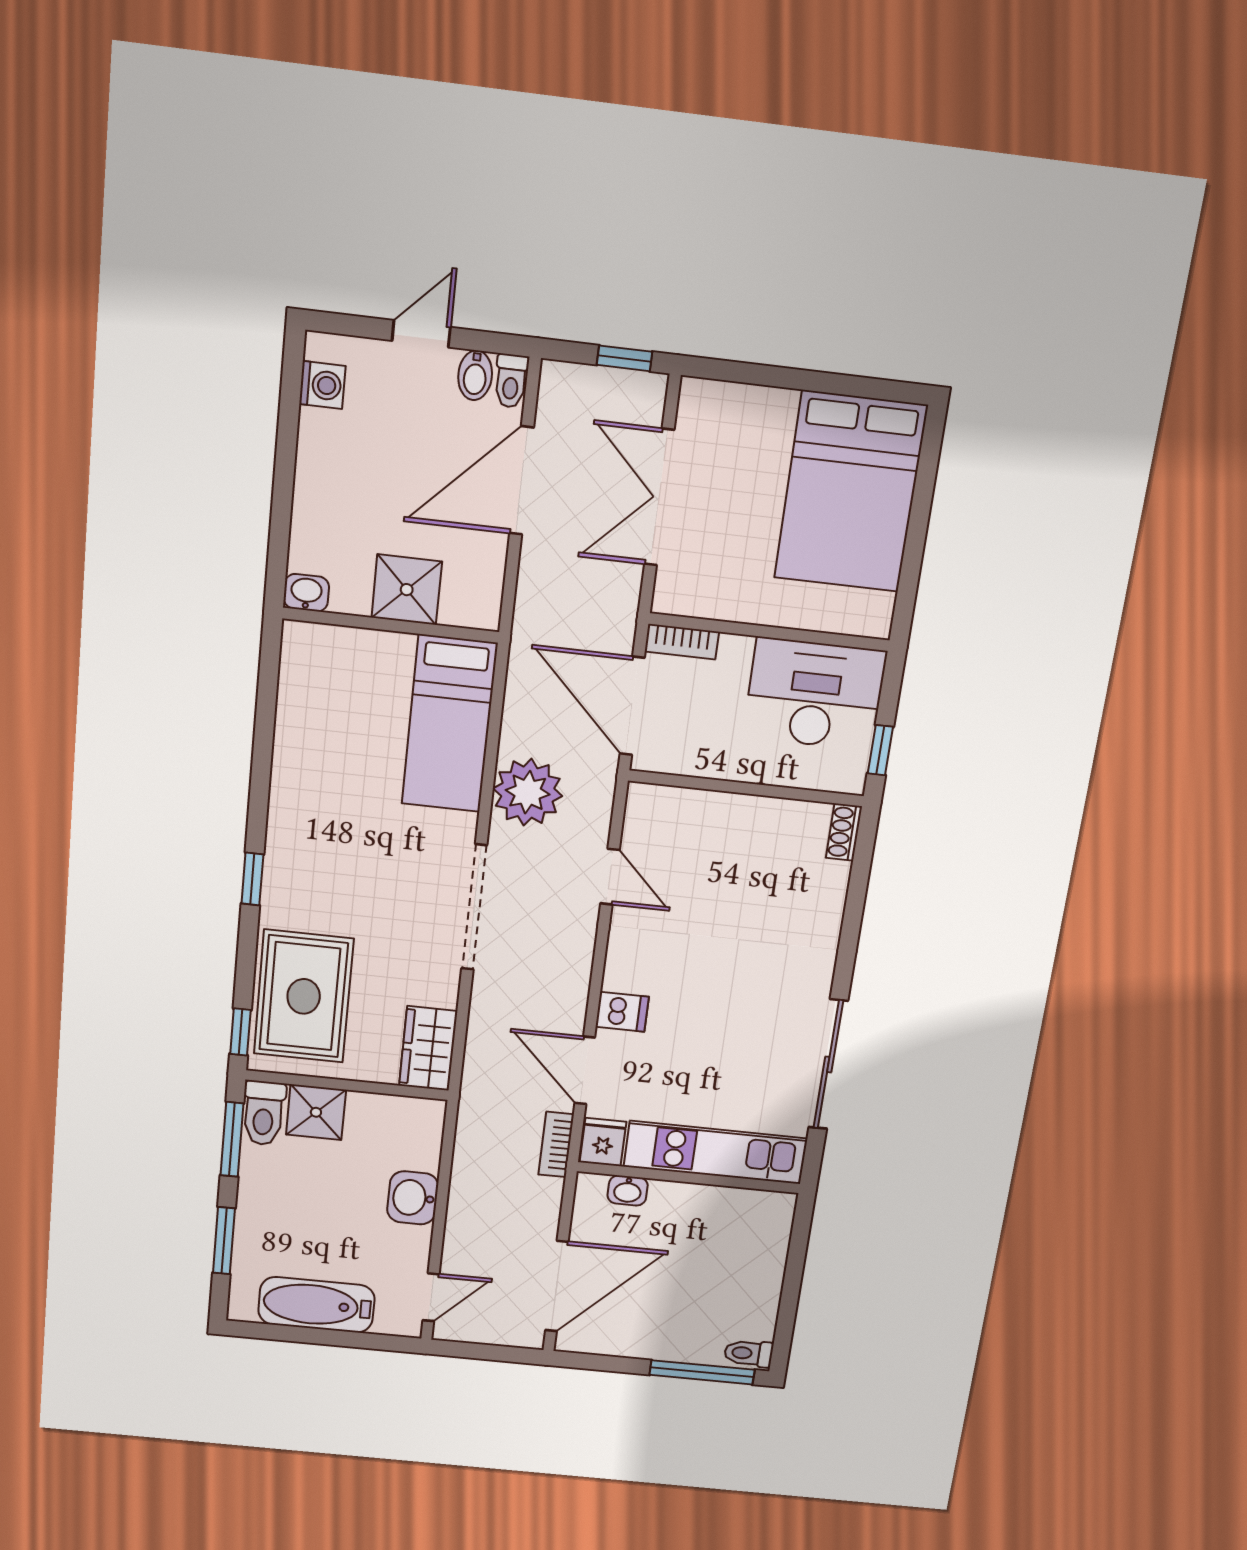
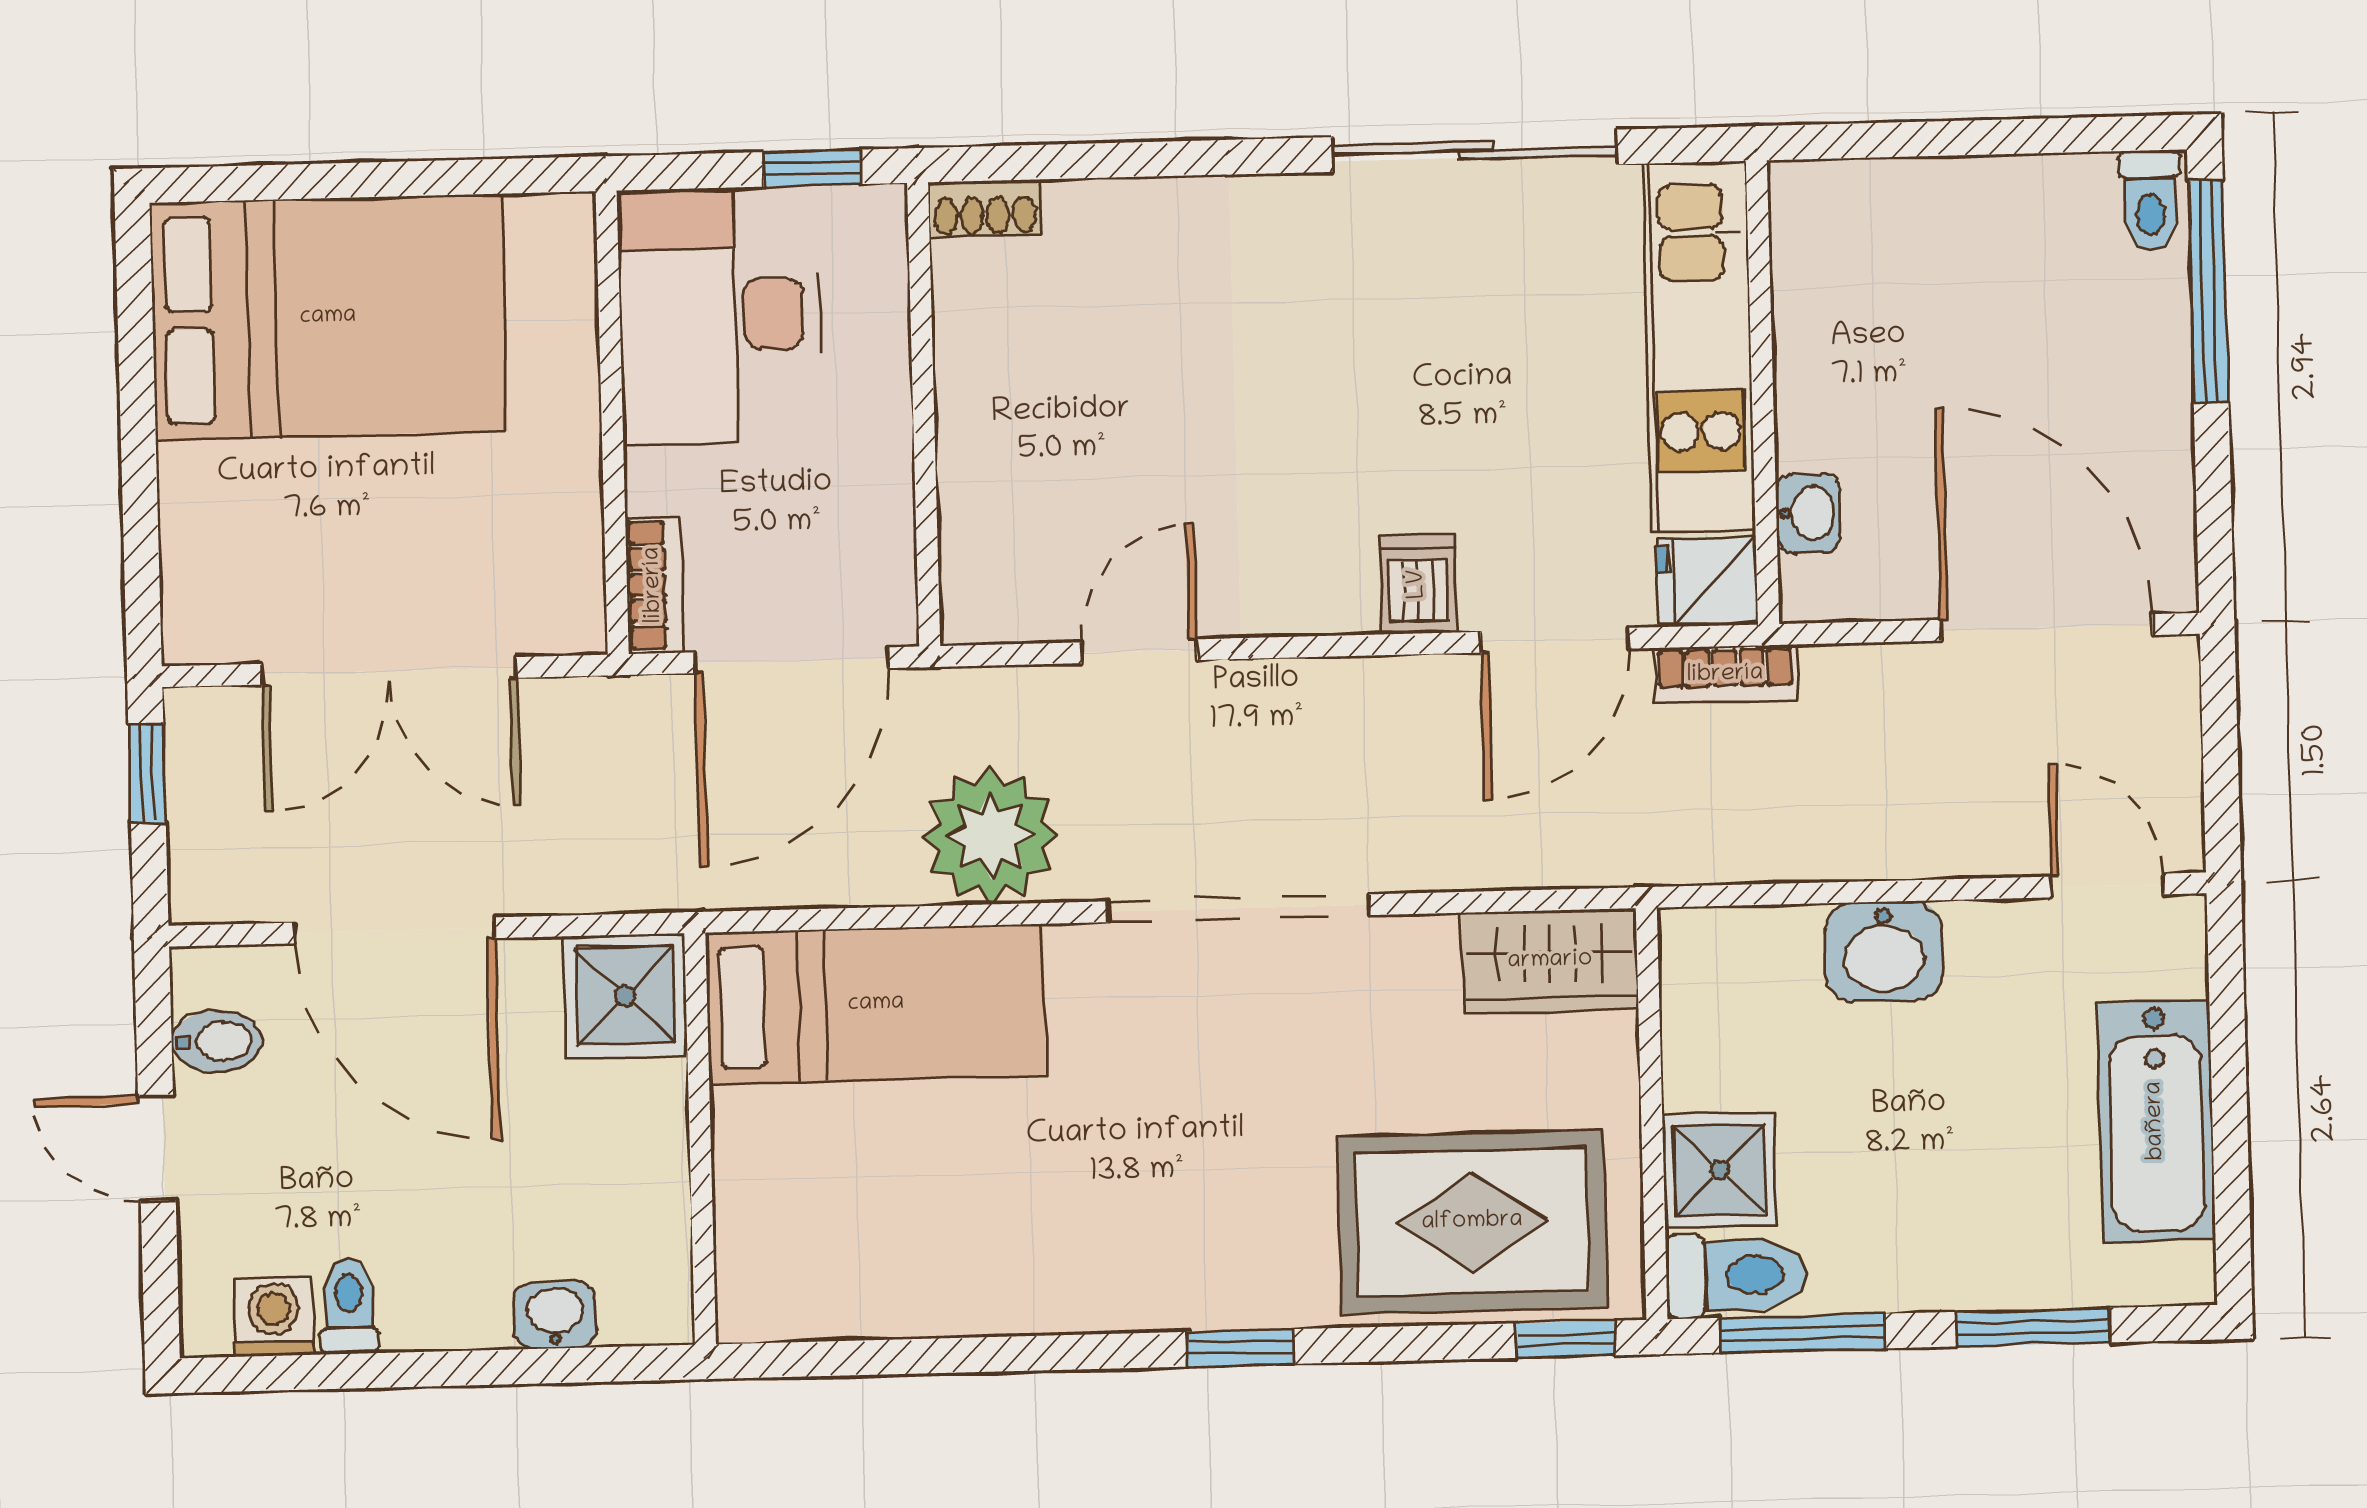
toilet: (511, 381) -> (349, 1306), moved, turned -90
shower: (407, 590) -> (625, 996), moved
washbasin: (306, 593) -> (555, 1315), moved, turned 90

